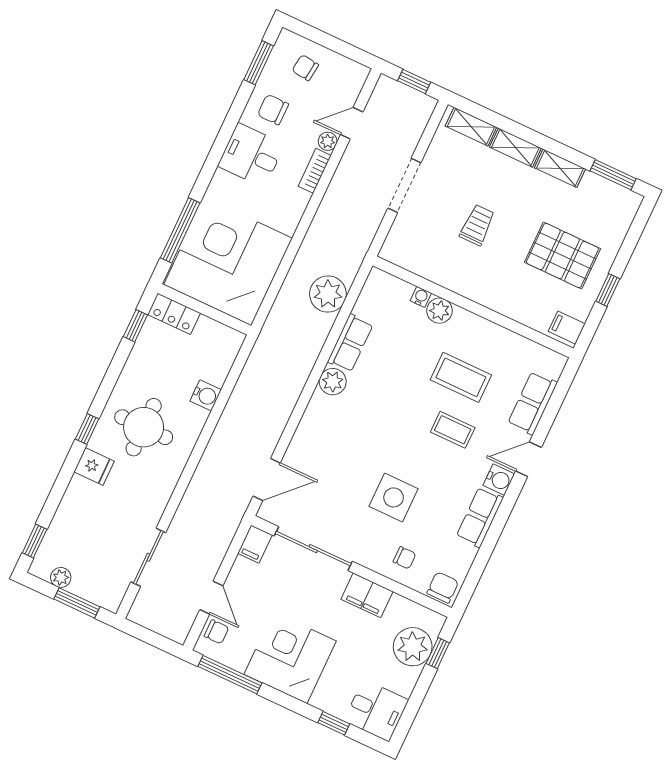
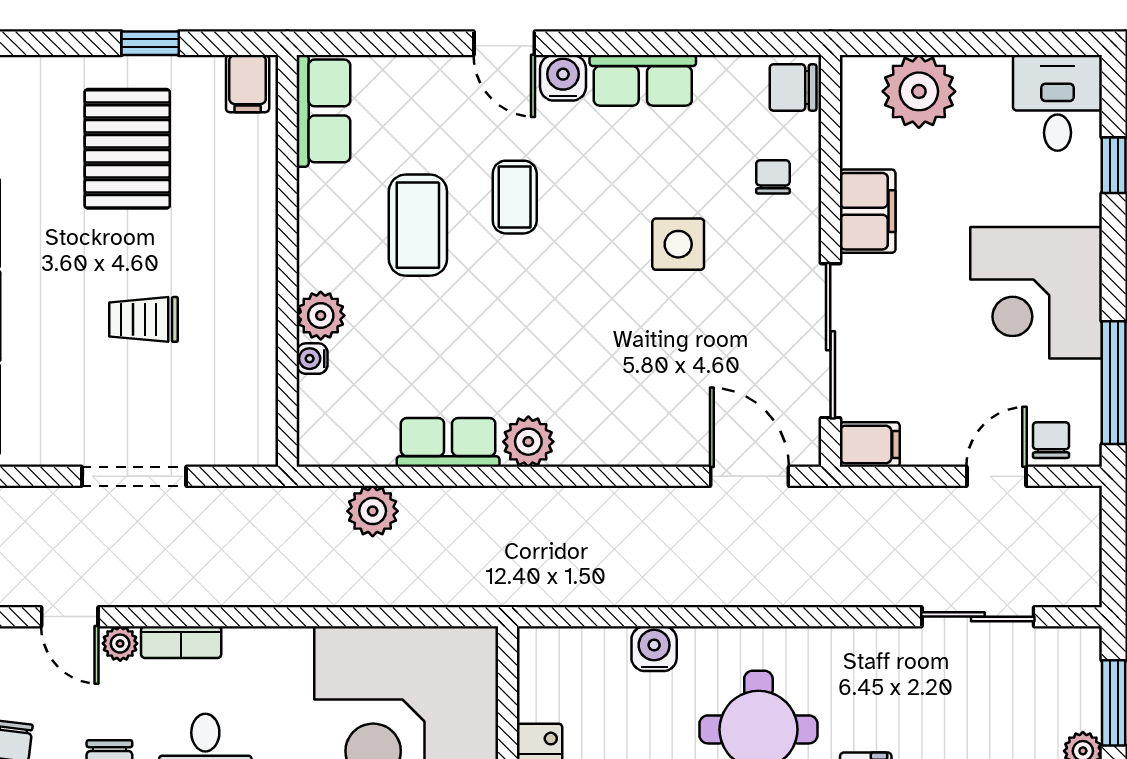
plant: (328, 294) -> (373, 511), width x0.73, depth x0.73
row of seats: (532, 403) -> (323, 111), moved, turned -90
side table: (394, 497) -> (678, 244), width x0.73, depth x0.73
window: (438, 653) -> (910, 43), removed

